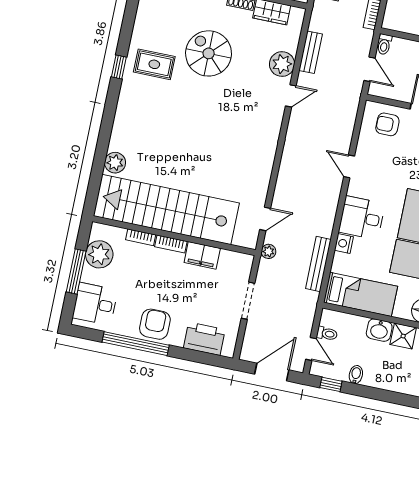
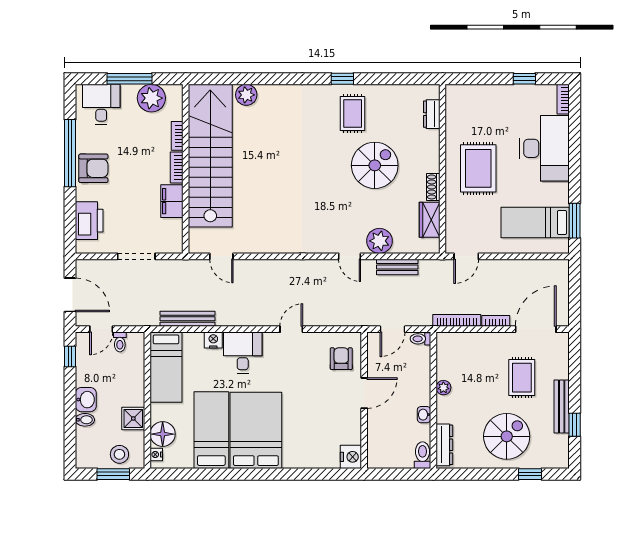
plant: (268, 251) -> (190, 266), removed
washbasin: (379, 330) -> (86, 400), moved, turned 180
bidet: (356, 375) -> (85, 420), moved

